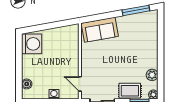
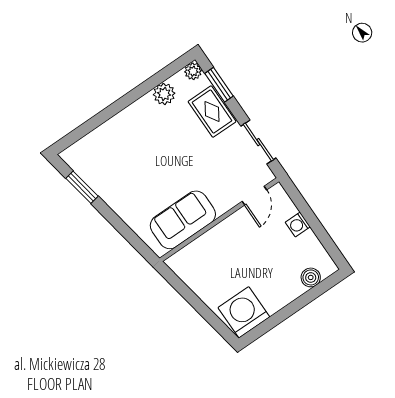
window: (136, 10) -> (82, 187), width x0.69
sofa: (100, 30) -> (183, 220), moved, turned -80

